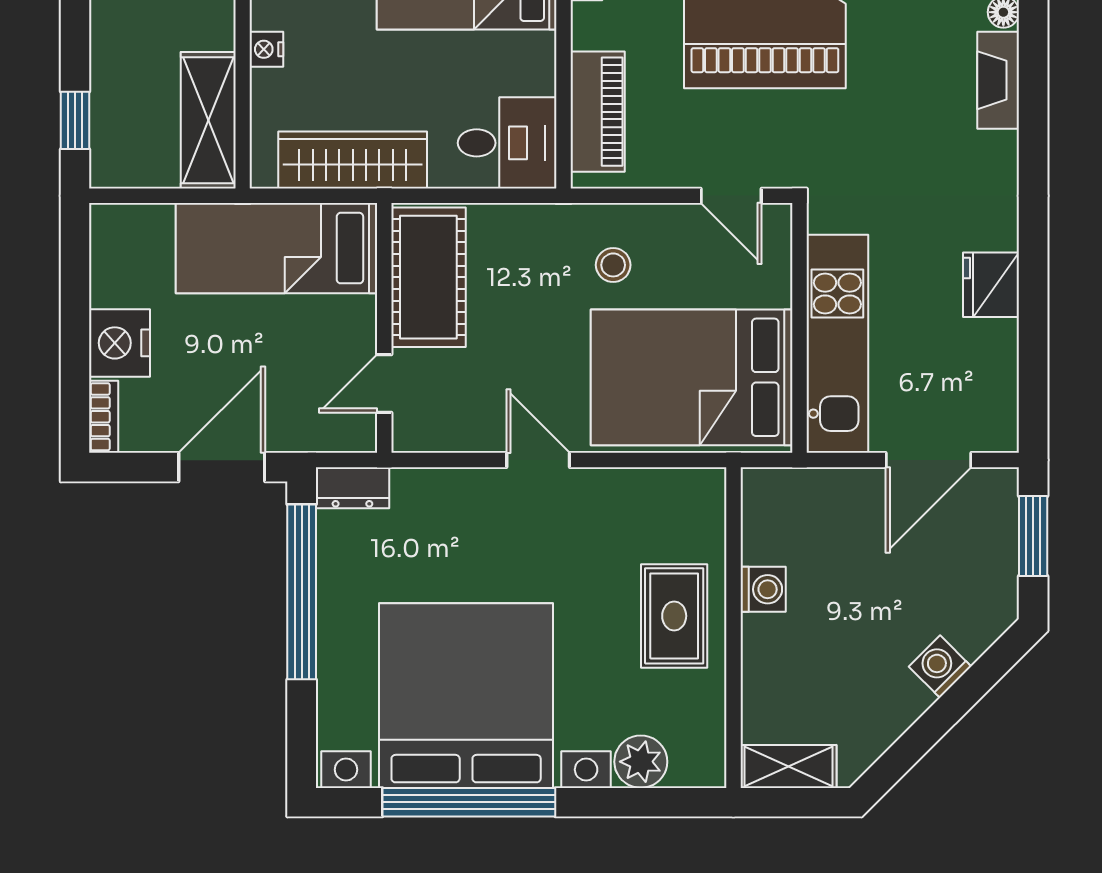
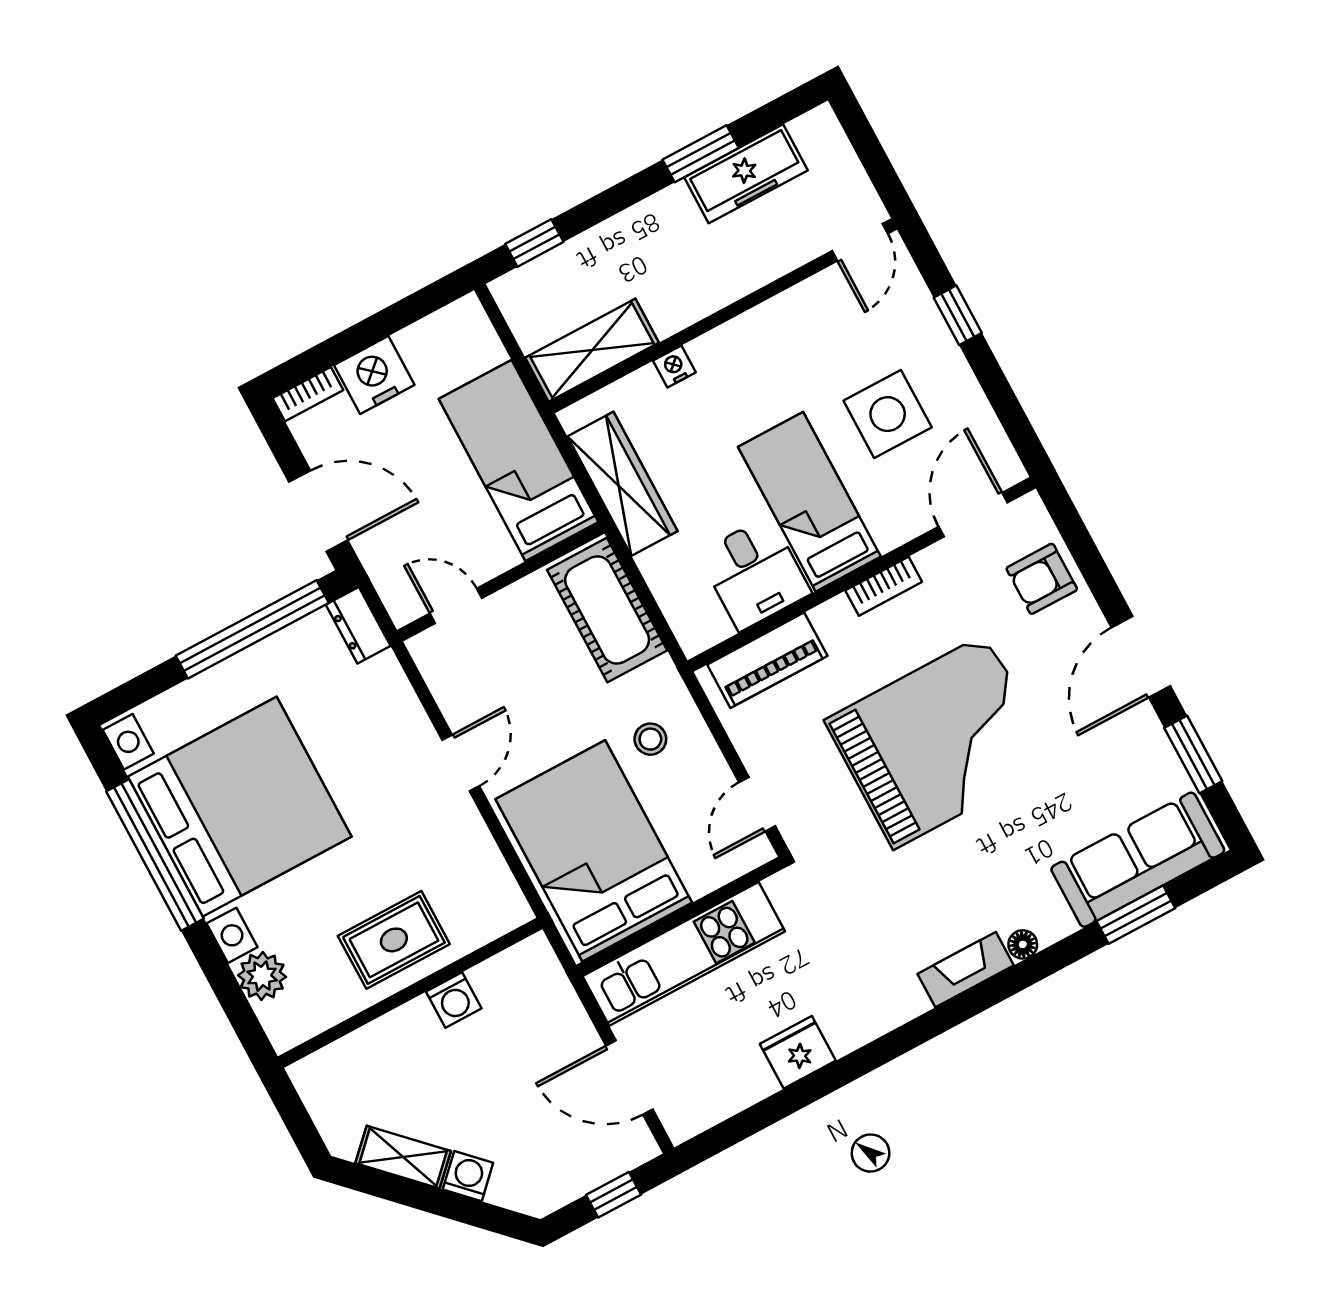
desk: (507, 143) -> (754, 573), moved
cot: (428, 277) -> (607, 610), moved, turned 90
window: (1033, 536) -> (613, 1195), width x0.67
shelving: (788, 766) -> (403, 1157), moved, turned -45

